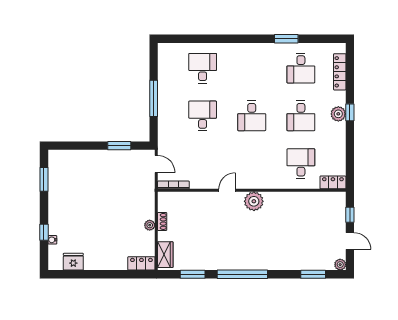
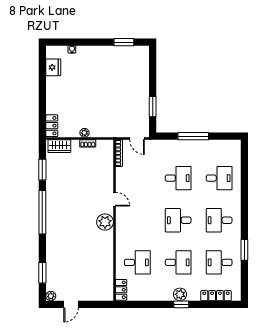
desk: (252, 68) -> (219, 220), added
desk: (301, 116) -> (178, 262), turned 180
door: (156, 164) -> (137, 138), hinge flipped
window: (350, 215) -> (94, 304), removed
window: (44, 232) -> (78, 42), removed

